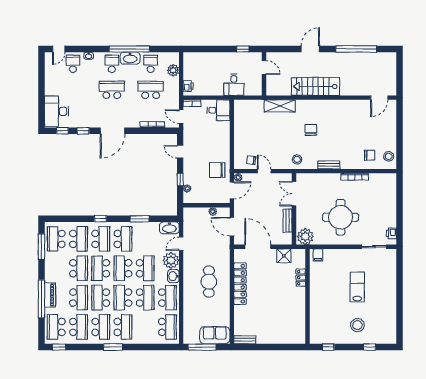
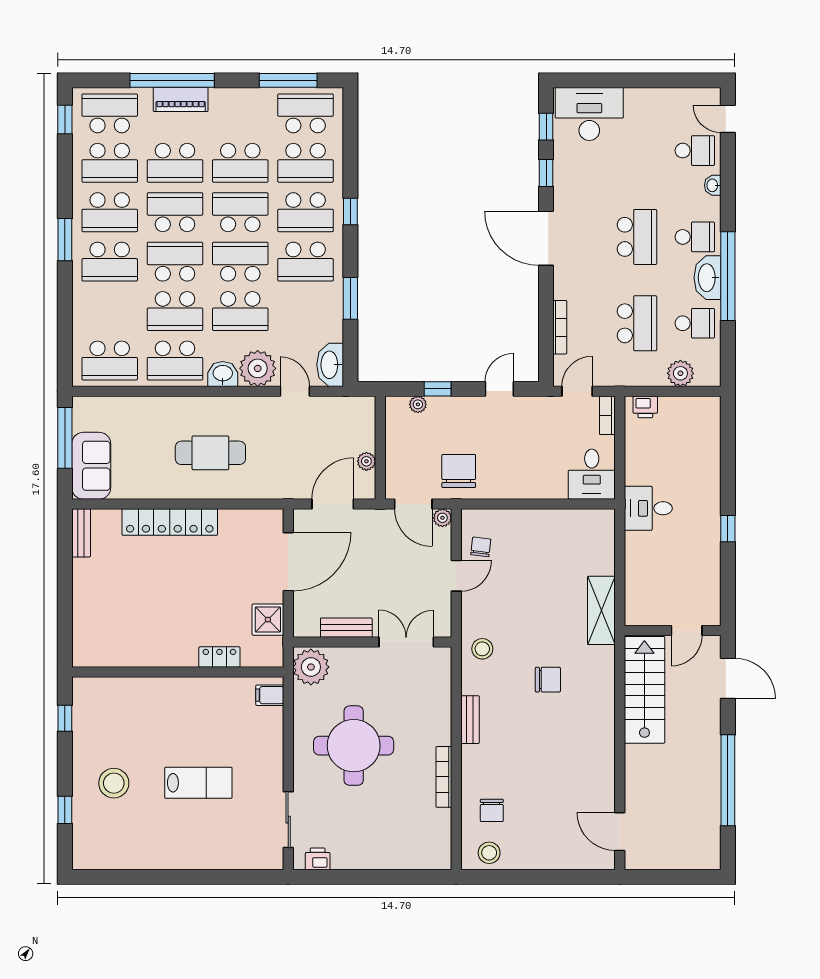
door: (264, 68) -> (687, 631), moved
wall: (264, 74) -> (673, 631), moved
locker: (240, 284) -> (170, 522), moved

